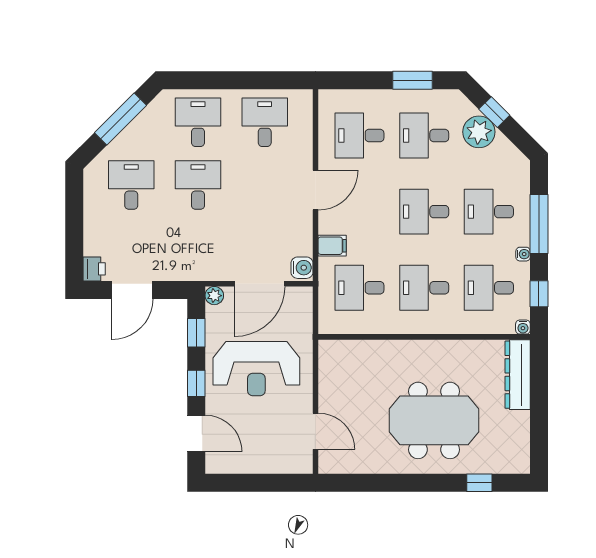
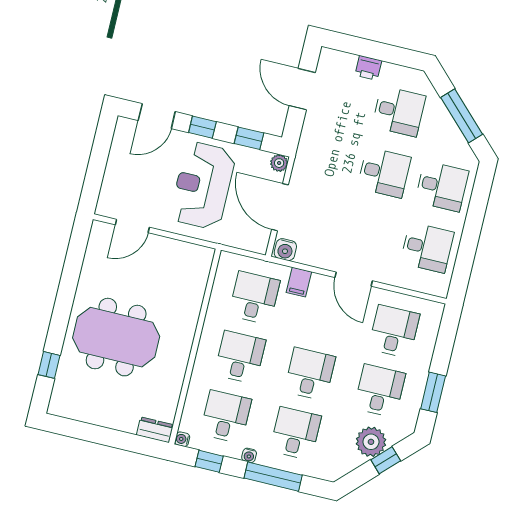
printer: (94, 269) -> (368, 68), moved
dresser: (518, 375) -> (155, 430), width x0.51, depth x0.80
meeting table: (434, 420) -> (116, 337), turned 90

